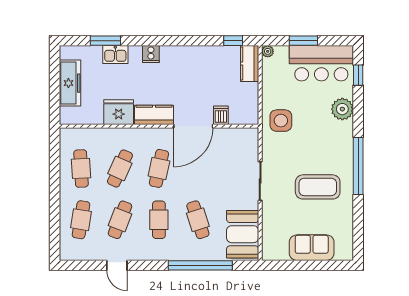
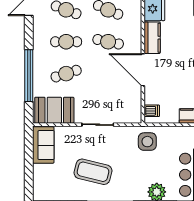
dishwasher: (221, 115) -> (152, 111), moved
coffee table: (318, 187) -> (93, 172), turned -76
sofa: (312, 248) -> (43, 145), moved

